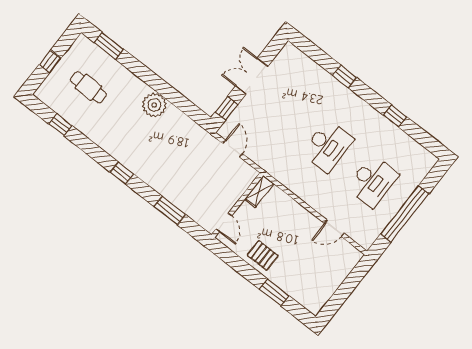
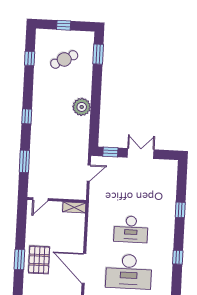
cafe table: (88, 87) -> (64, 59), turned 62
desk: (373, 181) -> (129, 271), width x1.36, depth x1.30
door: (334, 228) -> (84, 268), width x1.88
pallet: (263, 255) -> (39, 260), moved, width x1.50, depth x1.42

